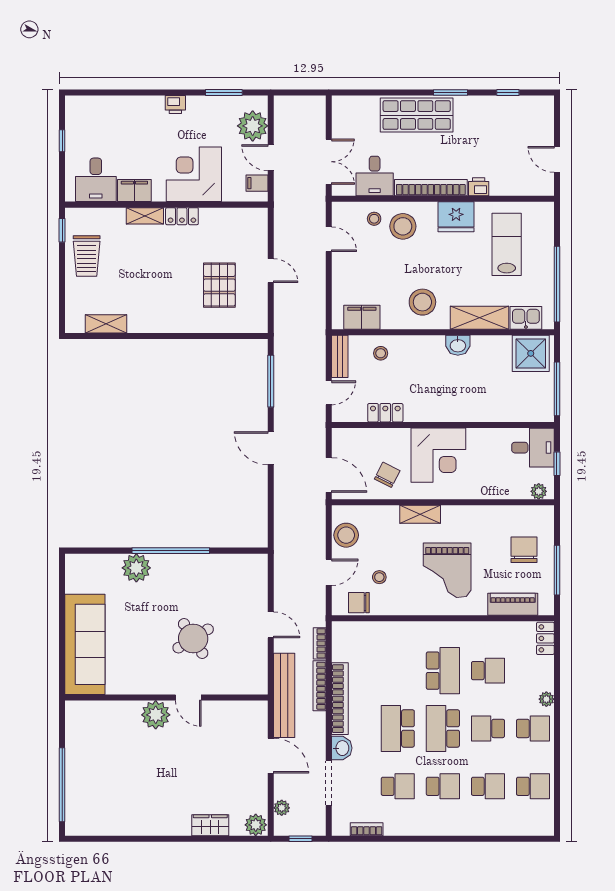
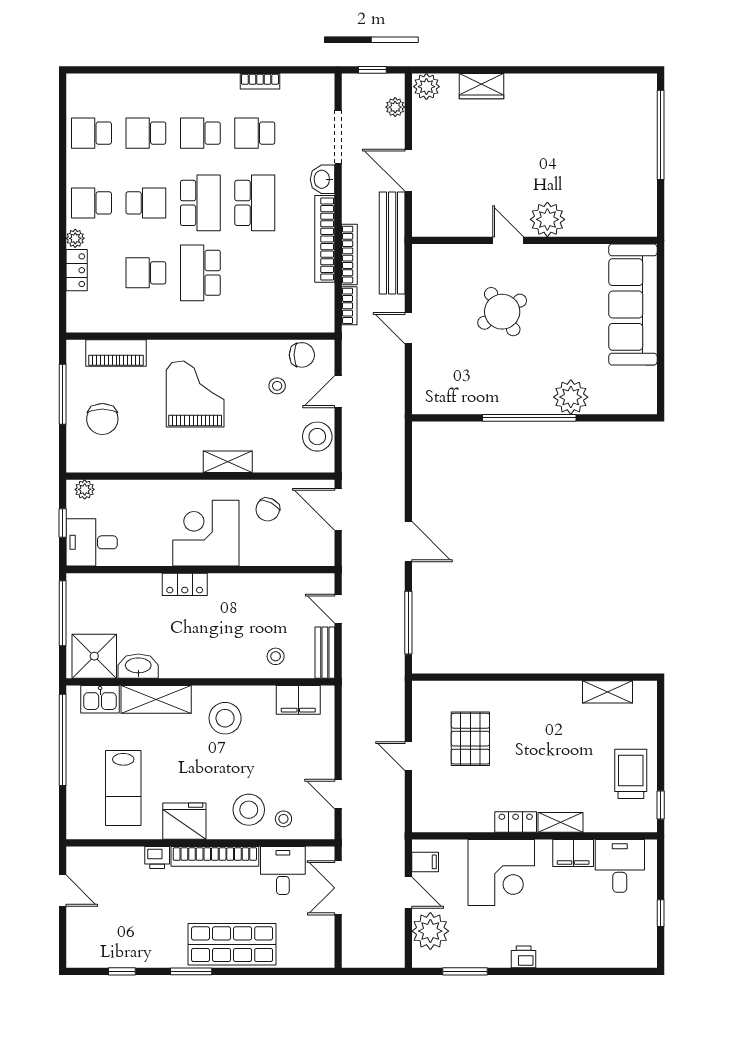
washbasin: (458, 345) -> (138, 666), moved, width x1.38
door: (329, 393) -> (338, 609), hinge flipped
locker: (385, 413) -> (185, 584), moved
locker: (545, 638) -> (77, 270), moved
bookcase: (367, 829) -> (260, 81), moved

